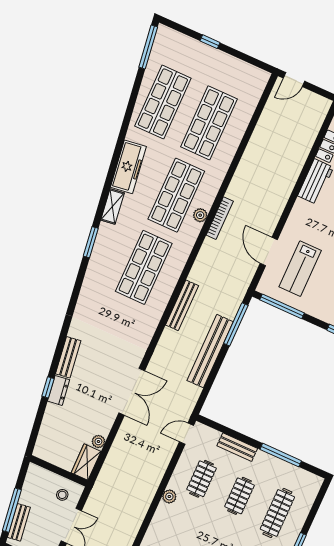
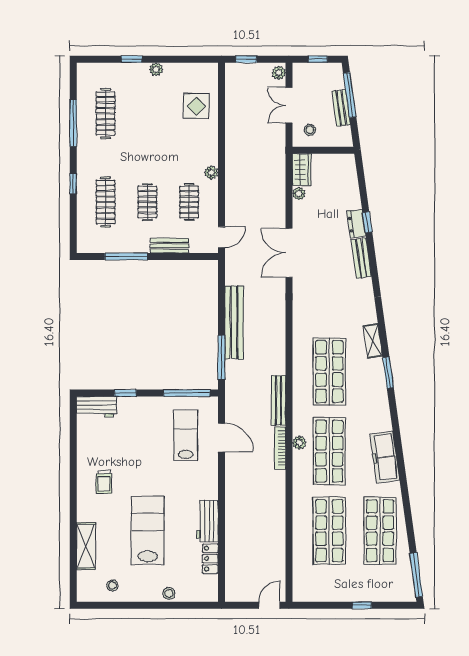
shelving: (112, 207) -> (373, 341), moved
bench: (182, 305) -> (279, 400), moved
bench: (19, 522) -> (341, 108), moved

